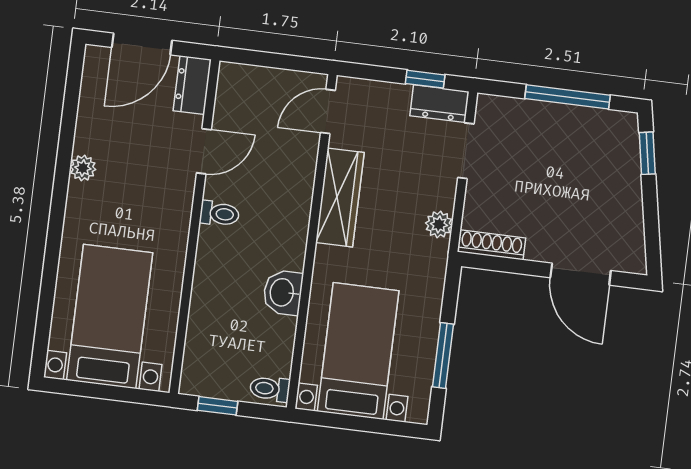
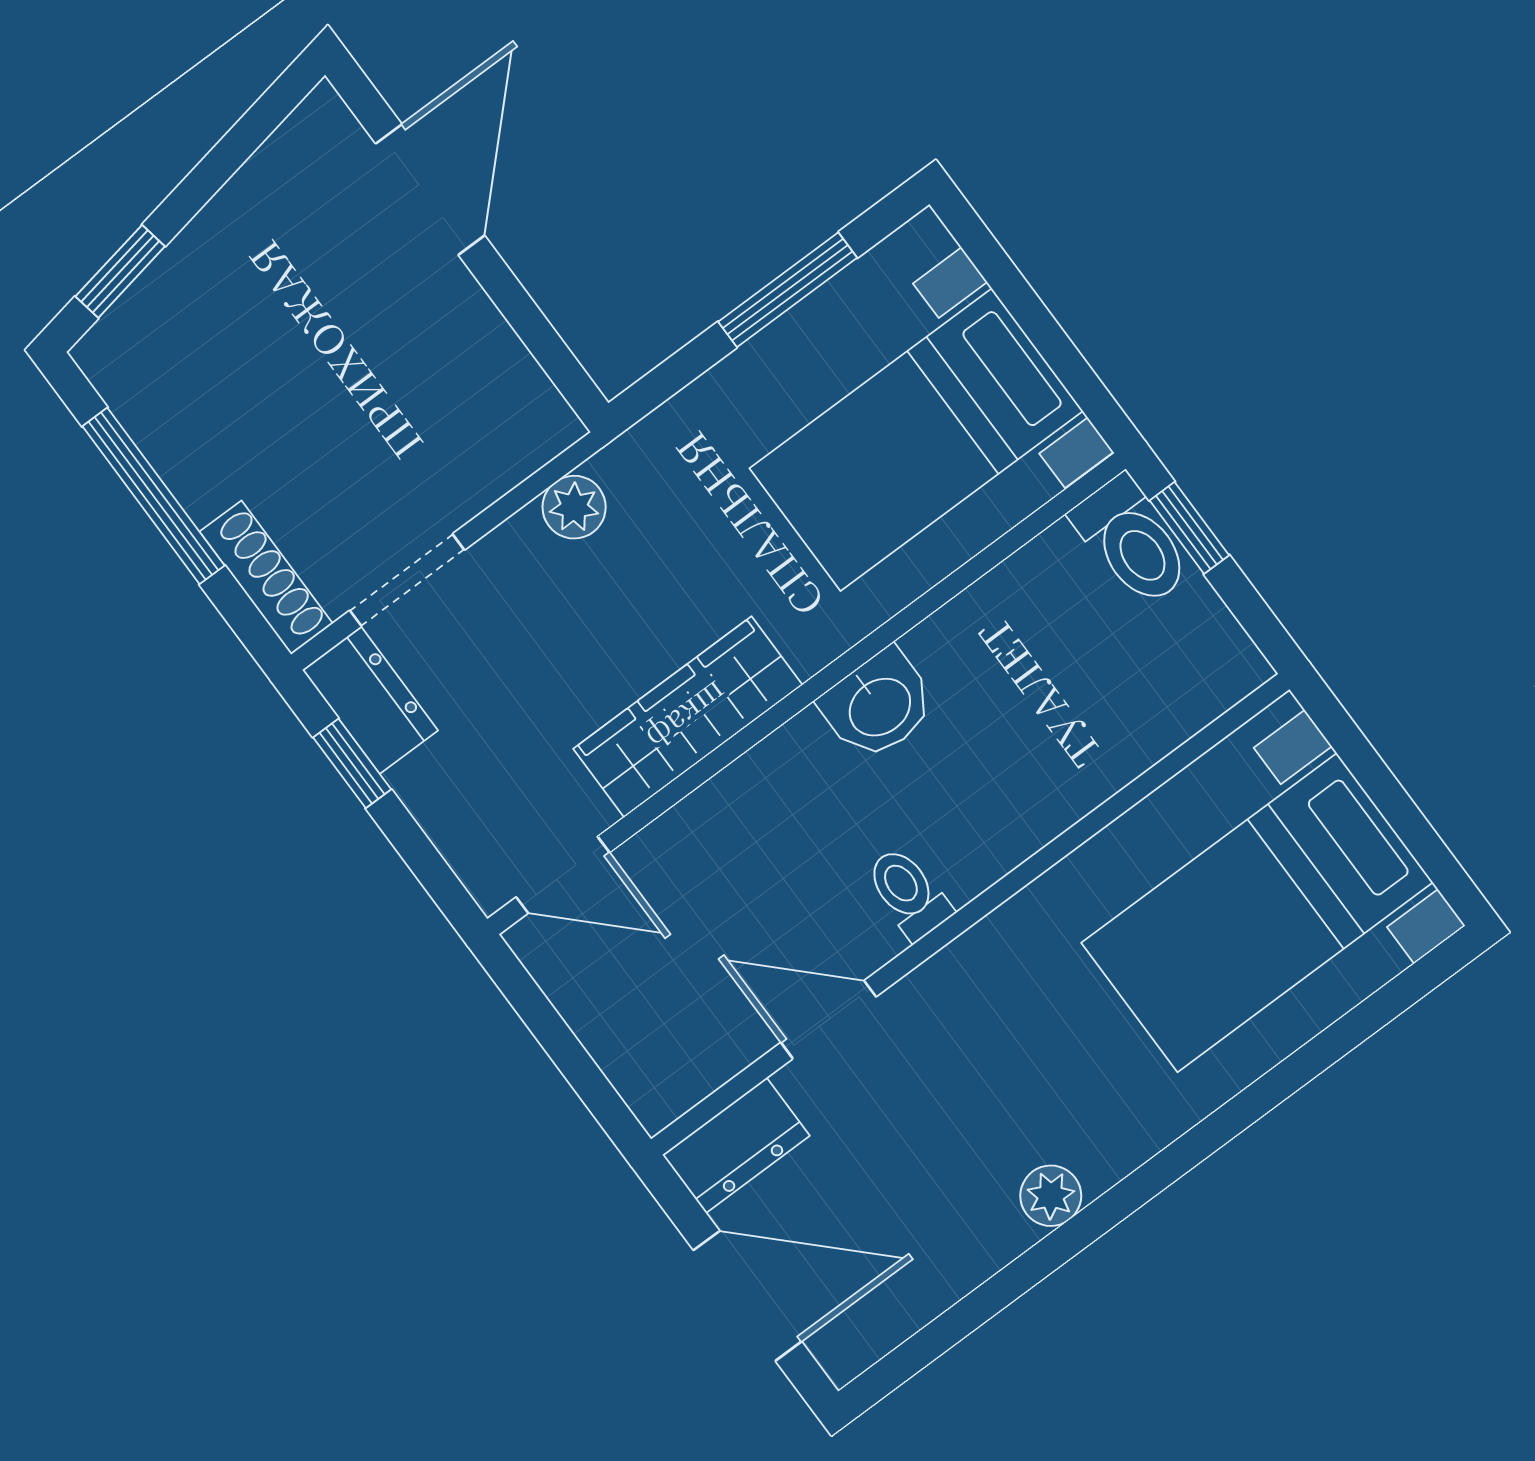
shoe rack: (491, 245) -> (266, 577), moved, turned 180
washbasin: (283, 292) -> (878, 705), moved
toilet: (270, 389) -> (1132, 541), width x1.37, depth x1.39
window: (218, 406) -> (1189, 528), moved

